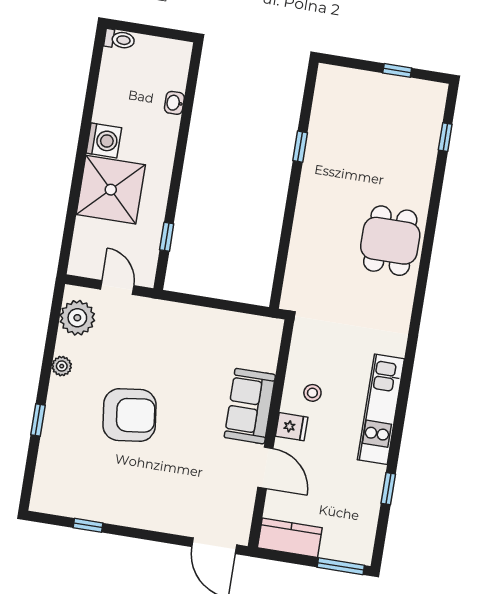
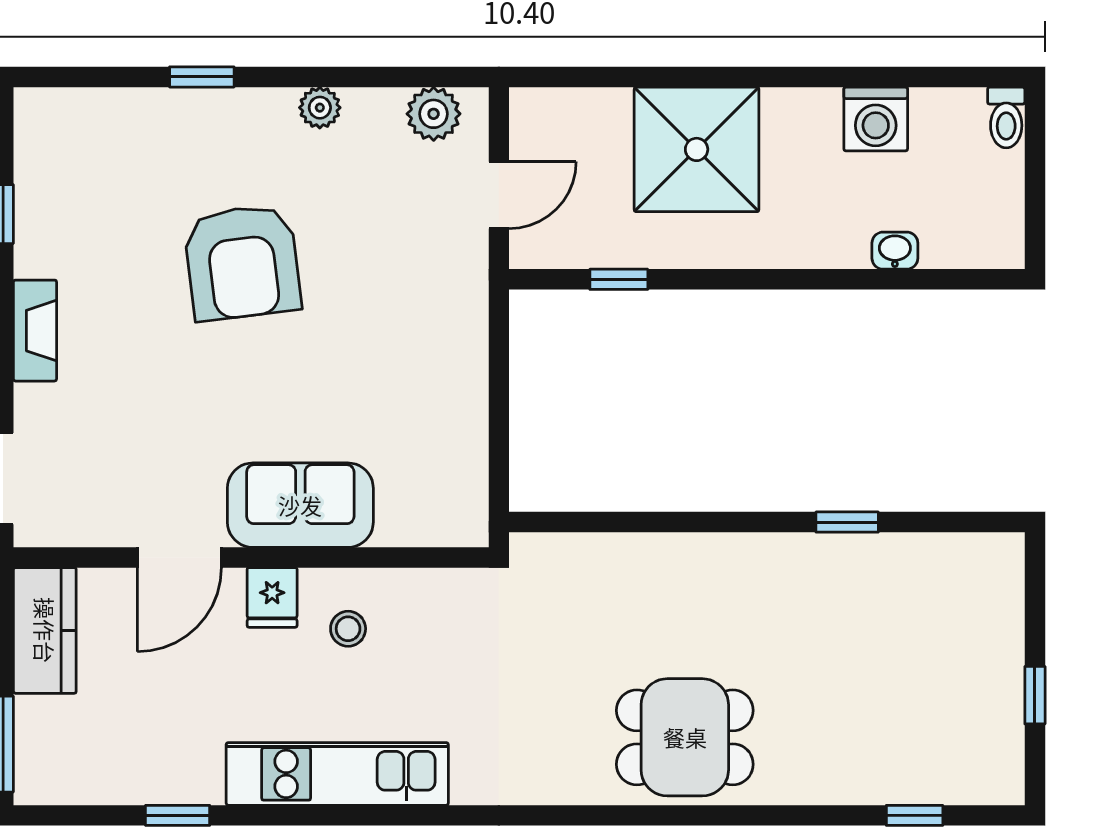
washing machine: (104, 140) -> (876, 119), moved
plant: (77, 318) -> (434, 114), width x0.73, depth x0.73
fireplace: (146, 519) -> (35, 331), added

